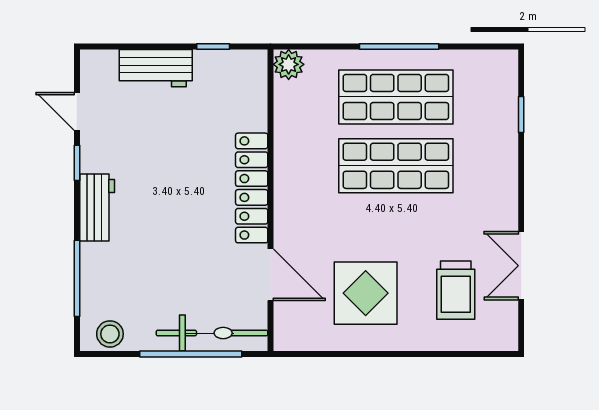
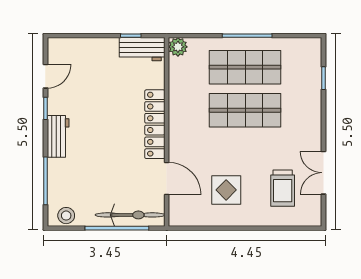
workbench: (156, 68) -> (142, 49), moved
door: (77, 111) -> (45, 76), swing flipped
display table: (366, 293) -> (226, 190), width x0.73, depth x0.73

